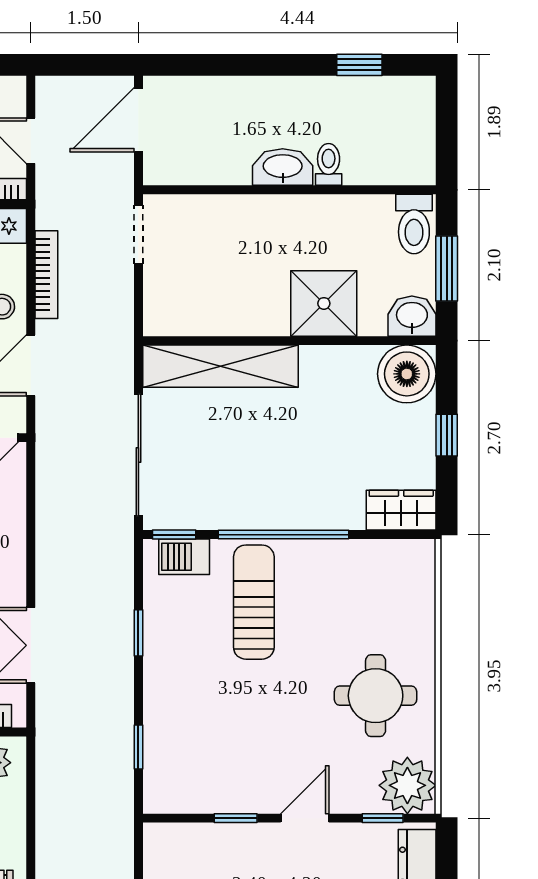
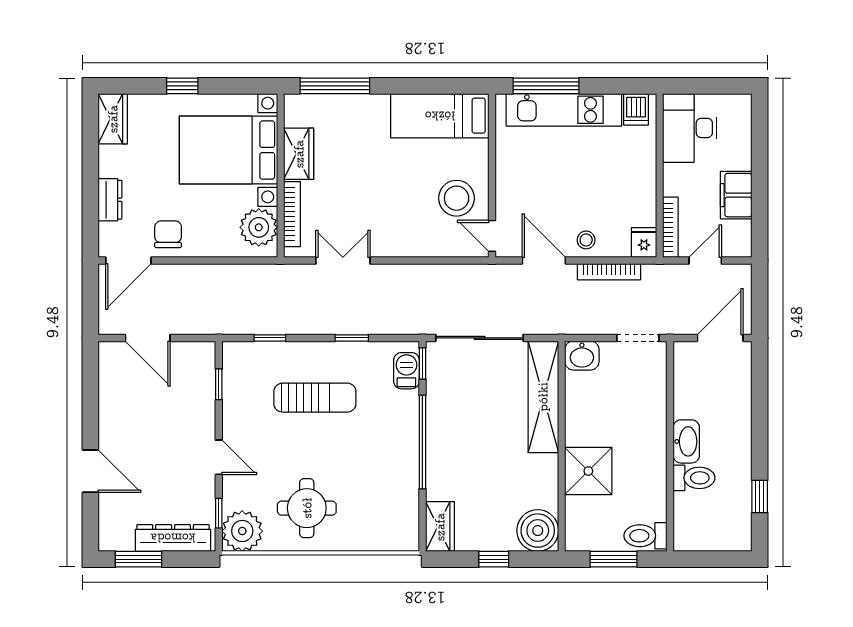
door: (138, 120) -> (720, 338), hinge flipped
toilet: (329, 164) -> (694, 478), width x1.37, depth x1.39
washbasin: (412, 316) -> (582, 356), moved, turned 90
sun lounger: (254, 602) -> (315, 398), moved
window: (236, 818) -> (219, 384), moved

